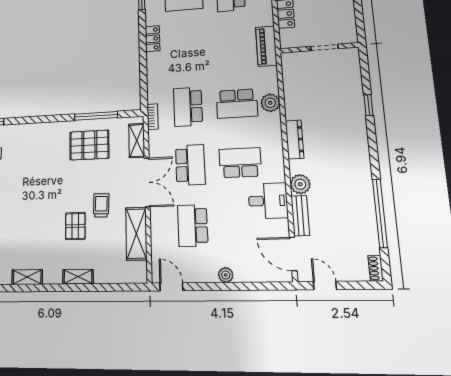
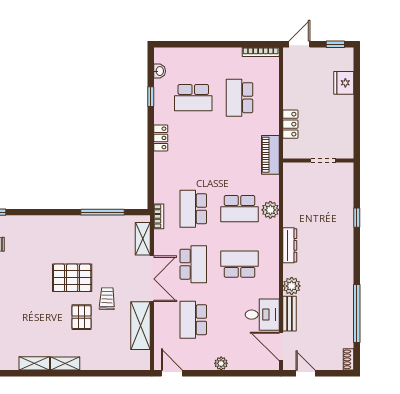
pallet: (89, 145) -> (72, 278), moved
desk: (268, 201) -> (262, 315), moved
shelving: (78, 277) -> (65, 364), moved

